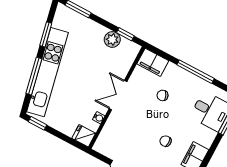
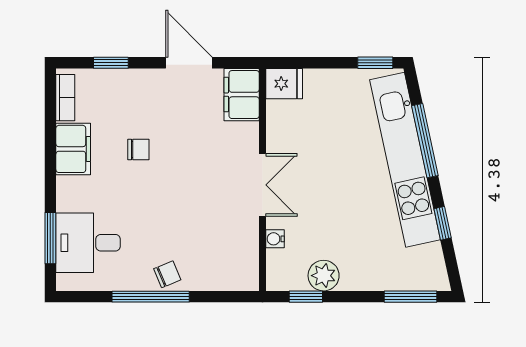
window: (46, 34) -> (443, 223), width x0.67
filing cabinet: (153, 62) -> (242, 95), moved, turned -90
chair: (163, 95) -> (167, 274), moved
water cooler: (99, 118) -> (275, 239), moved

